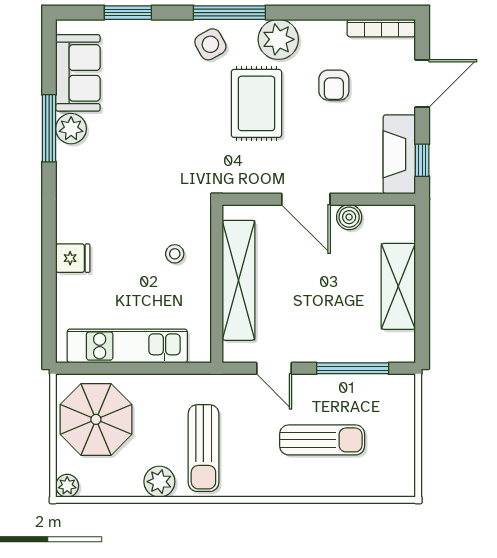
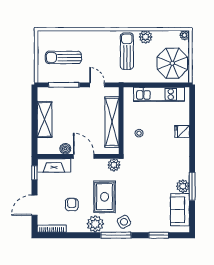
fireplace: (399, 154) -> (54, 165), moved, turned 90
plant: (234, 179) -> (114, 165), added
sun lounger: (322, 440) -> (63, 57), moved

